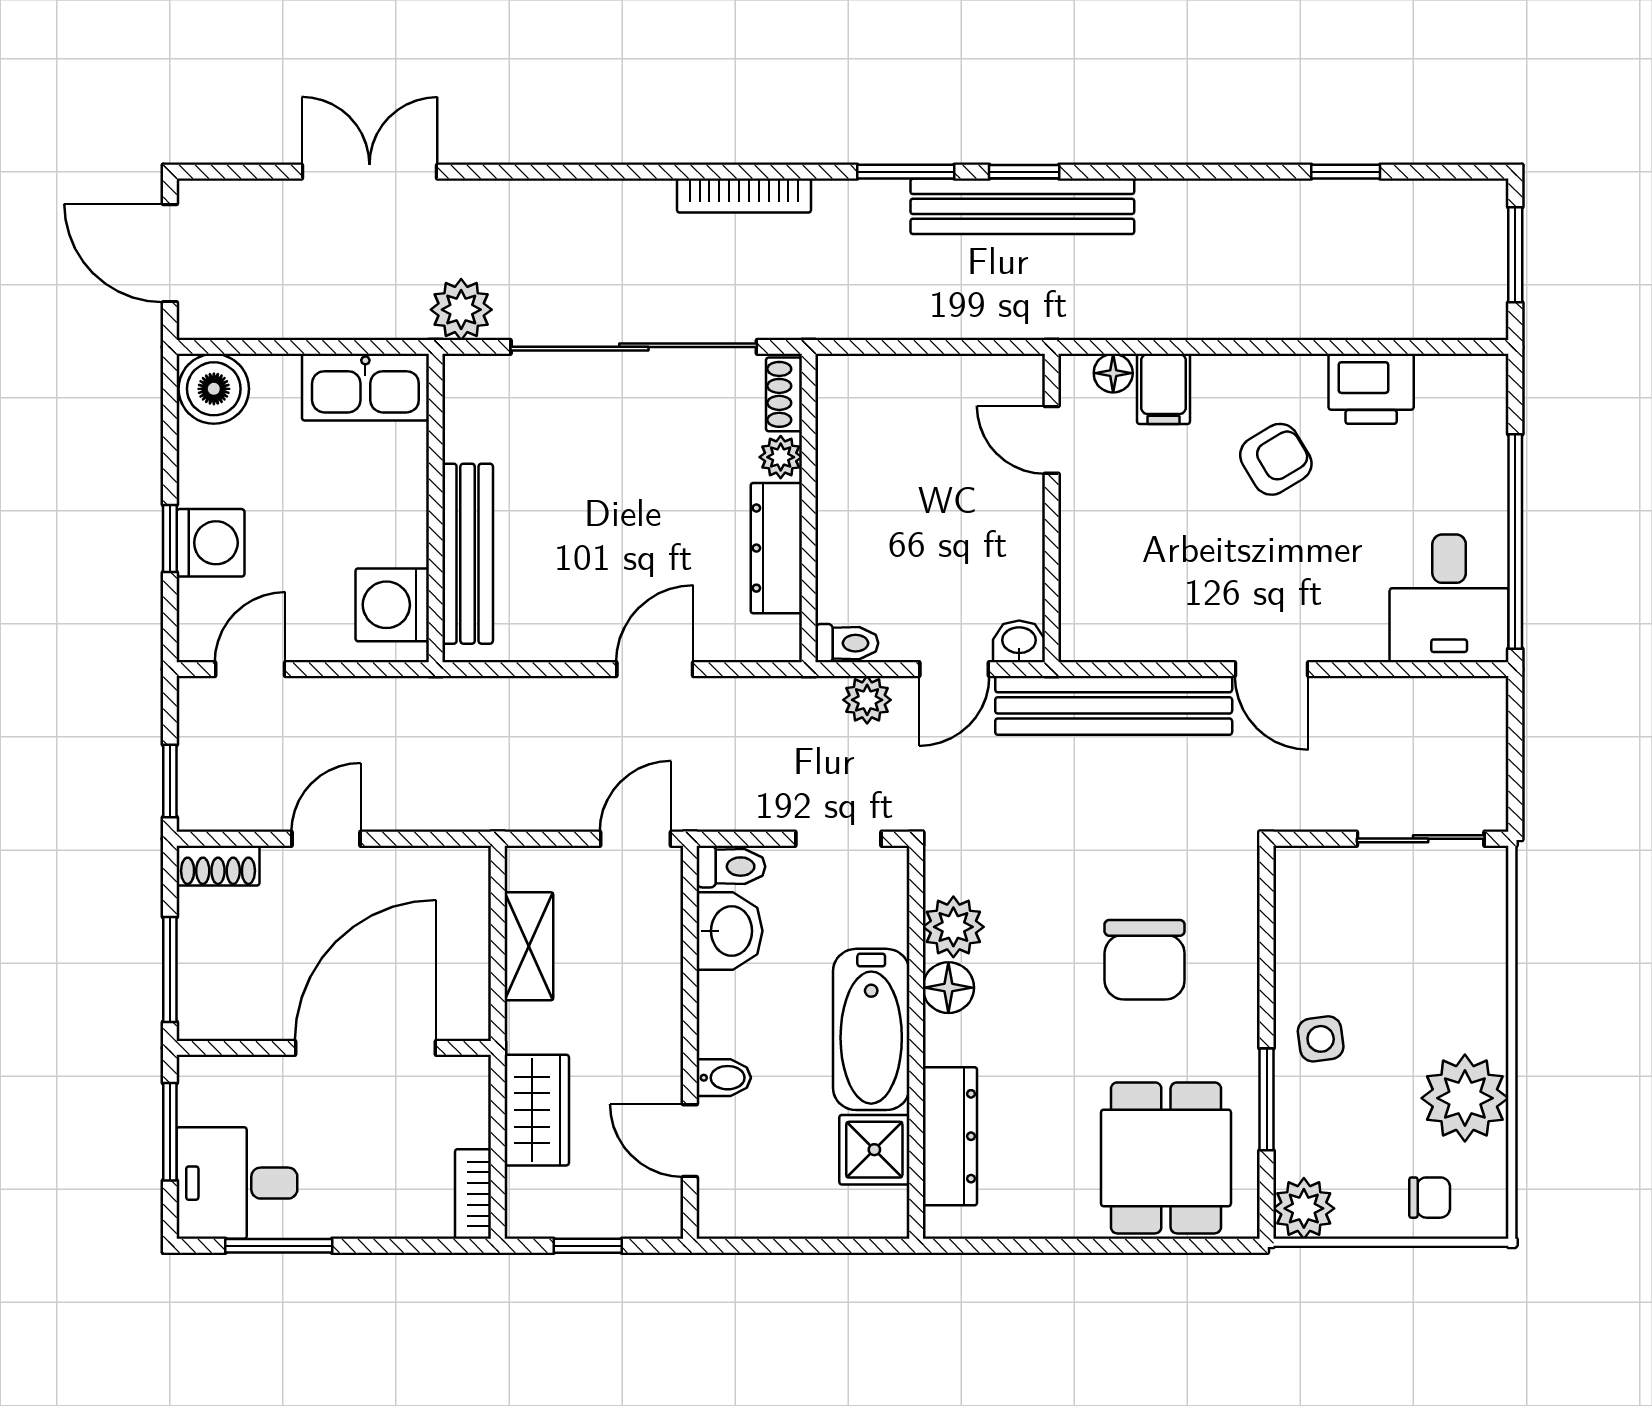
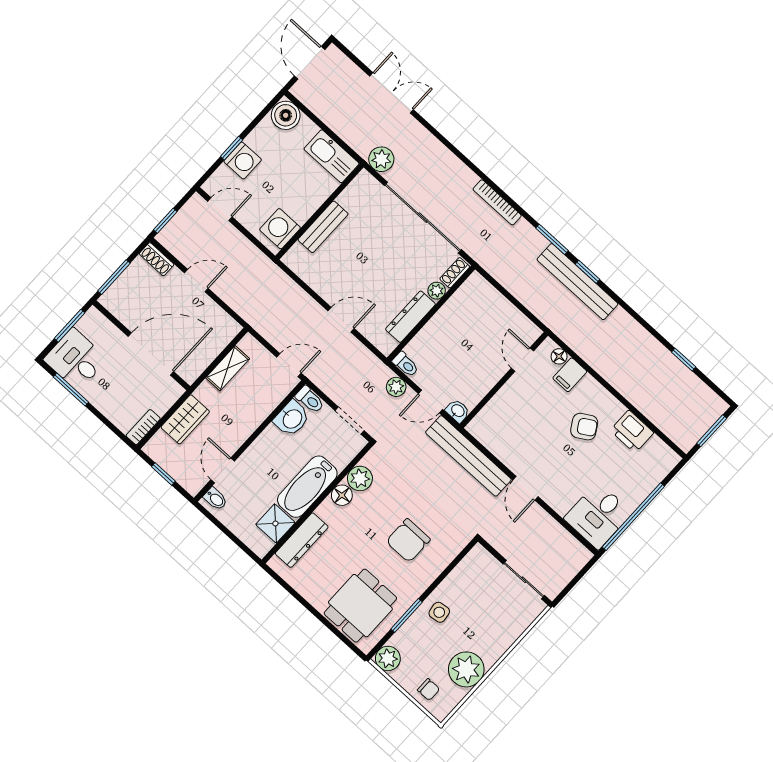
bench: (468, 554) -> (323, 227), width x0.73
bidet: (724, 1078) -> (215, 499), moved

